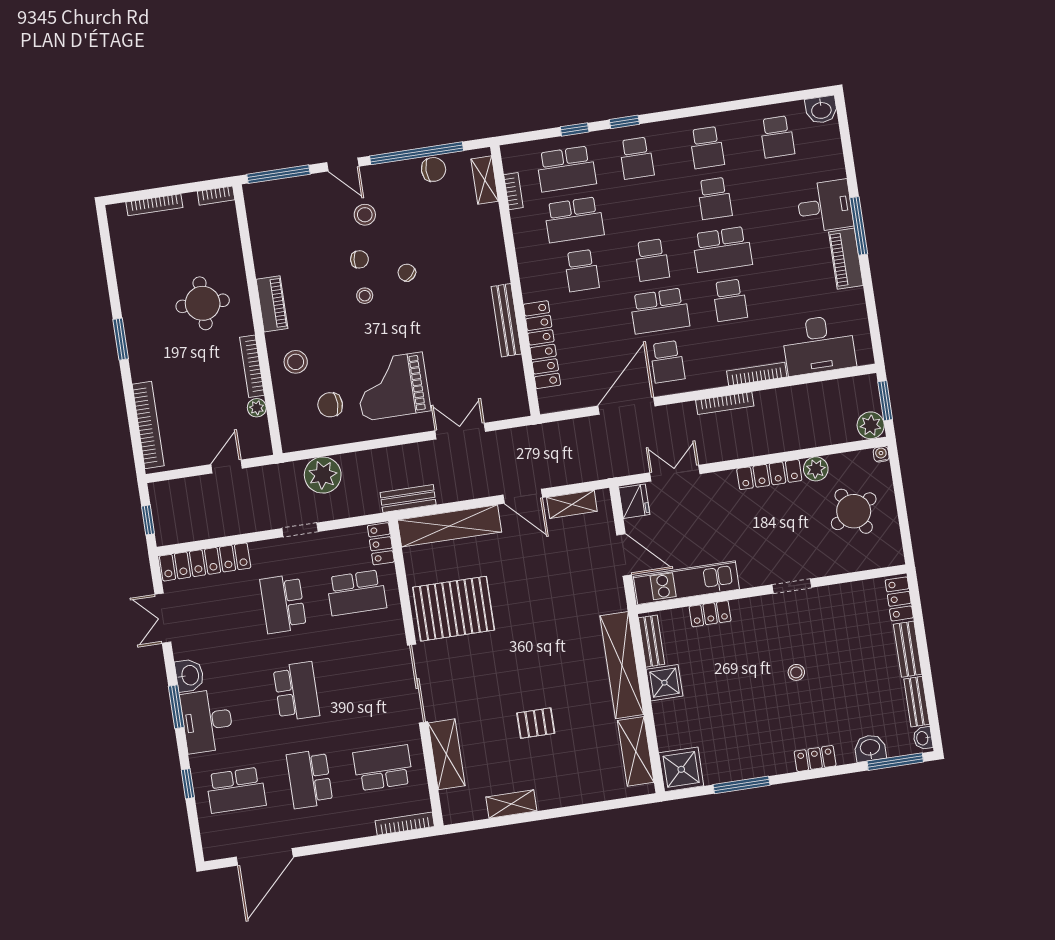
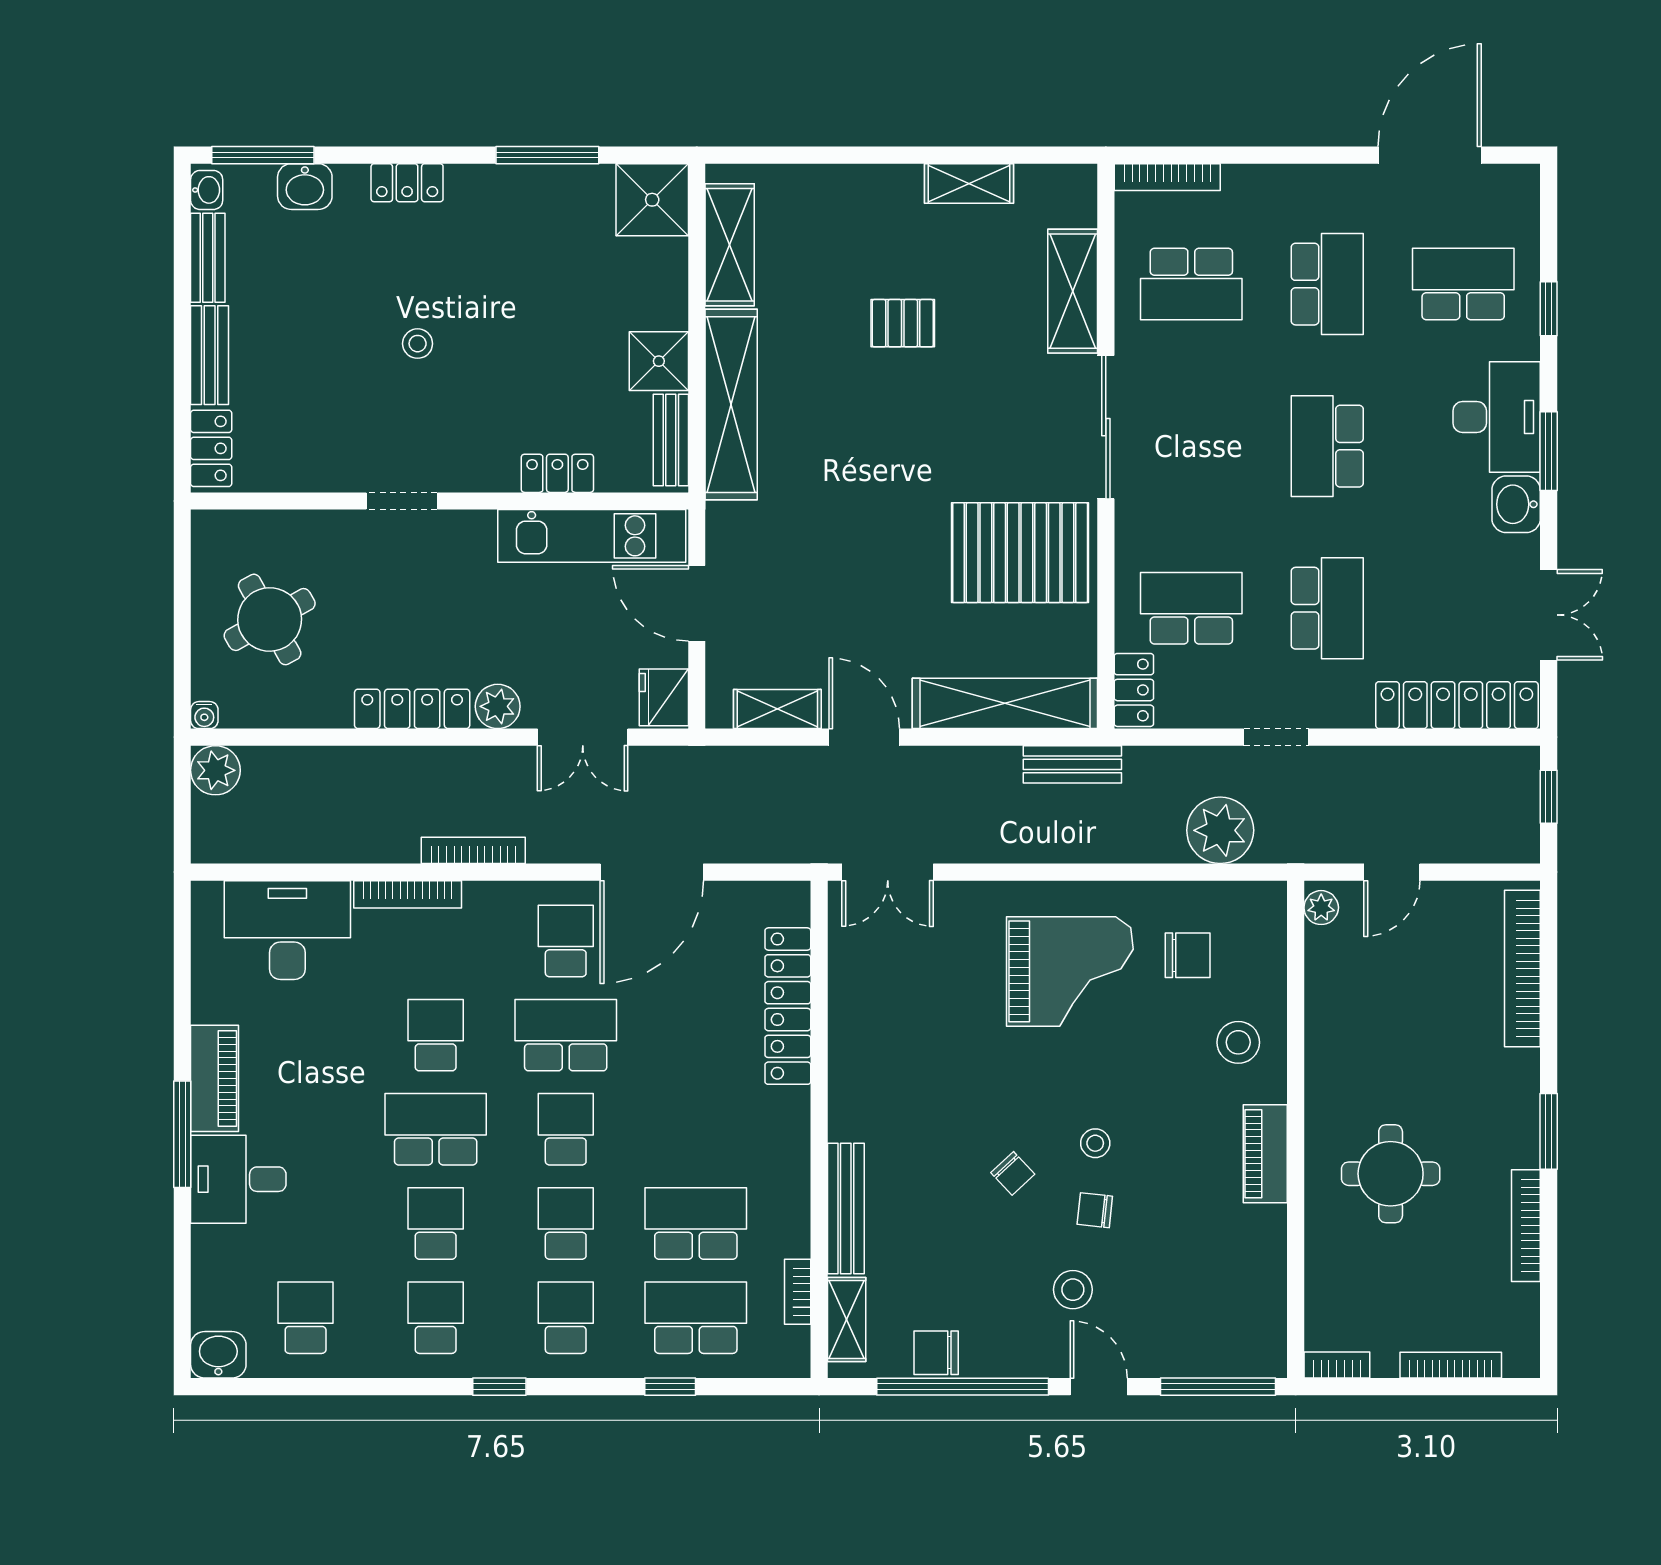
window: (624, 122) -> (499, 1387), moved
school desk: (582, 271) -> (566, 1224), moved
bench: (506, 320) -> (846, 1209), moved
bookcase: (252, 366) -> (1526, 1226), moved, turned 180
window: (885, 401) -> (182, 811), removed
plant: (257, 408) -> (1321, 908), moved
double door: (460, 431) -> (888, 872), moved
plant: (816, 469) -> (498, 706), moved

